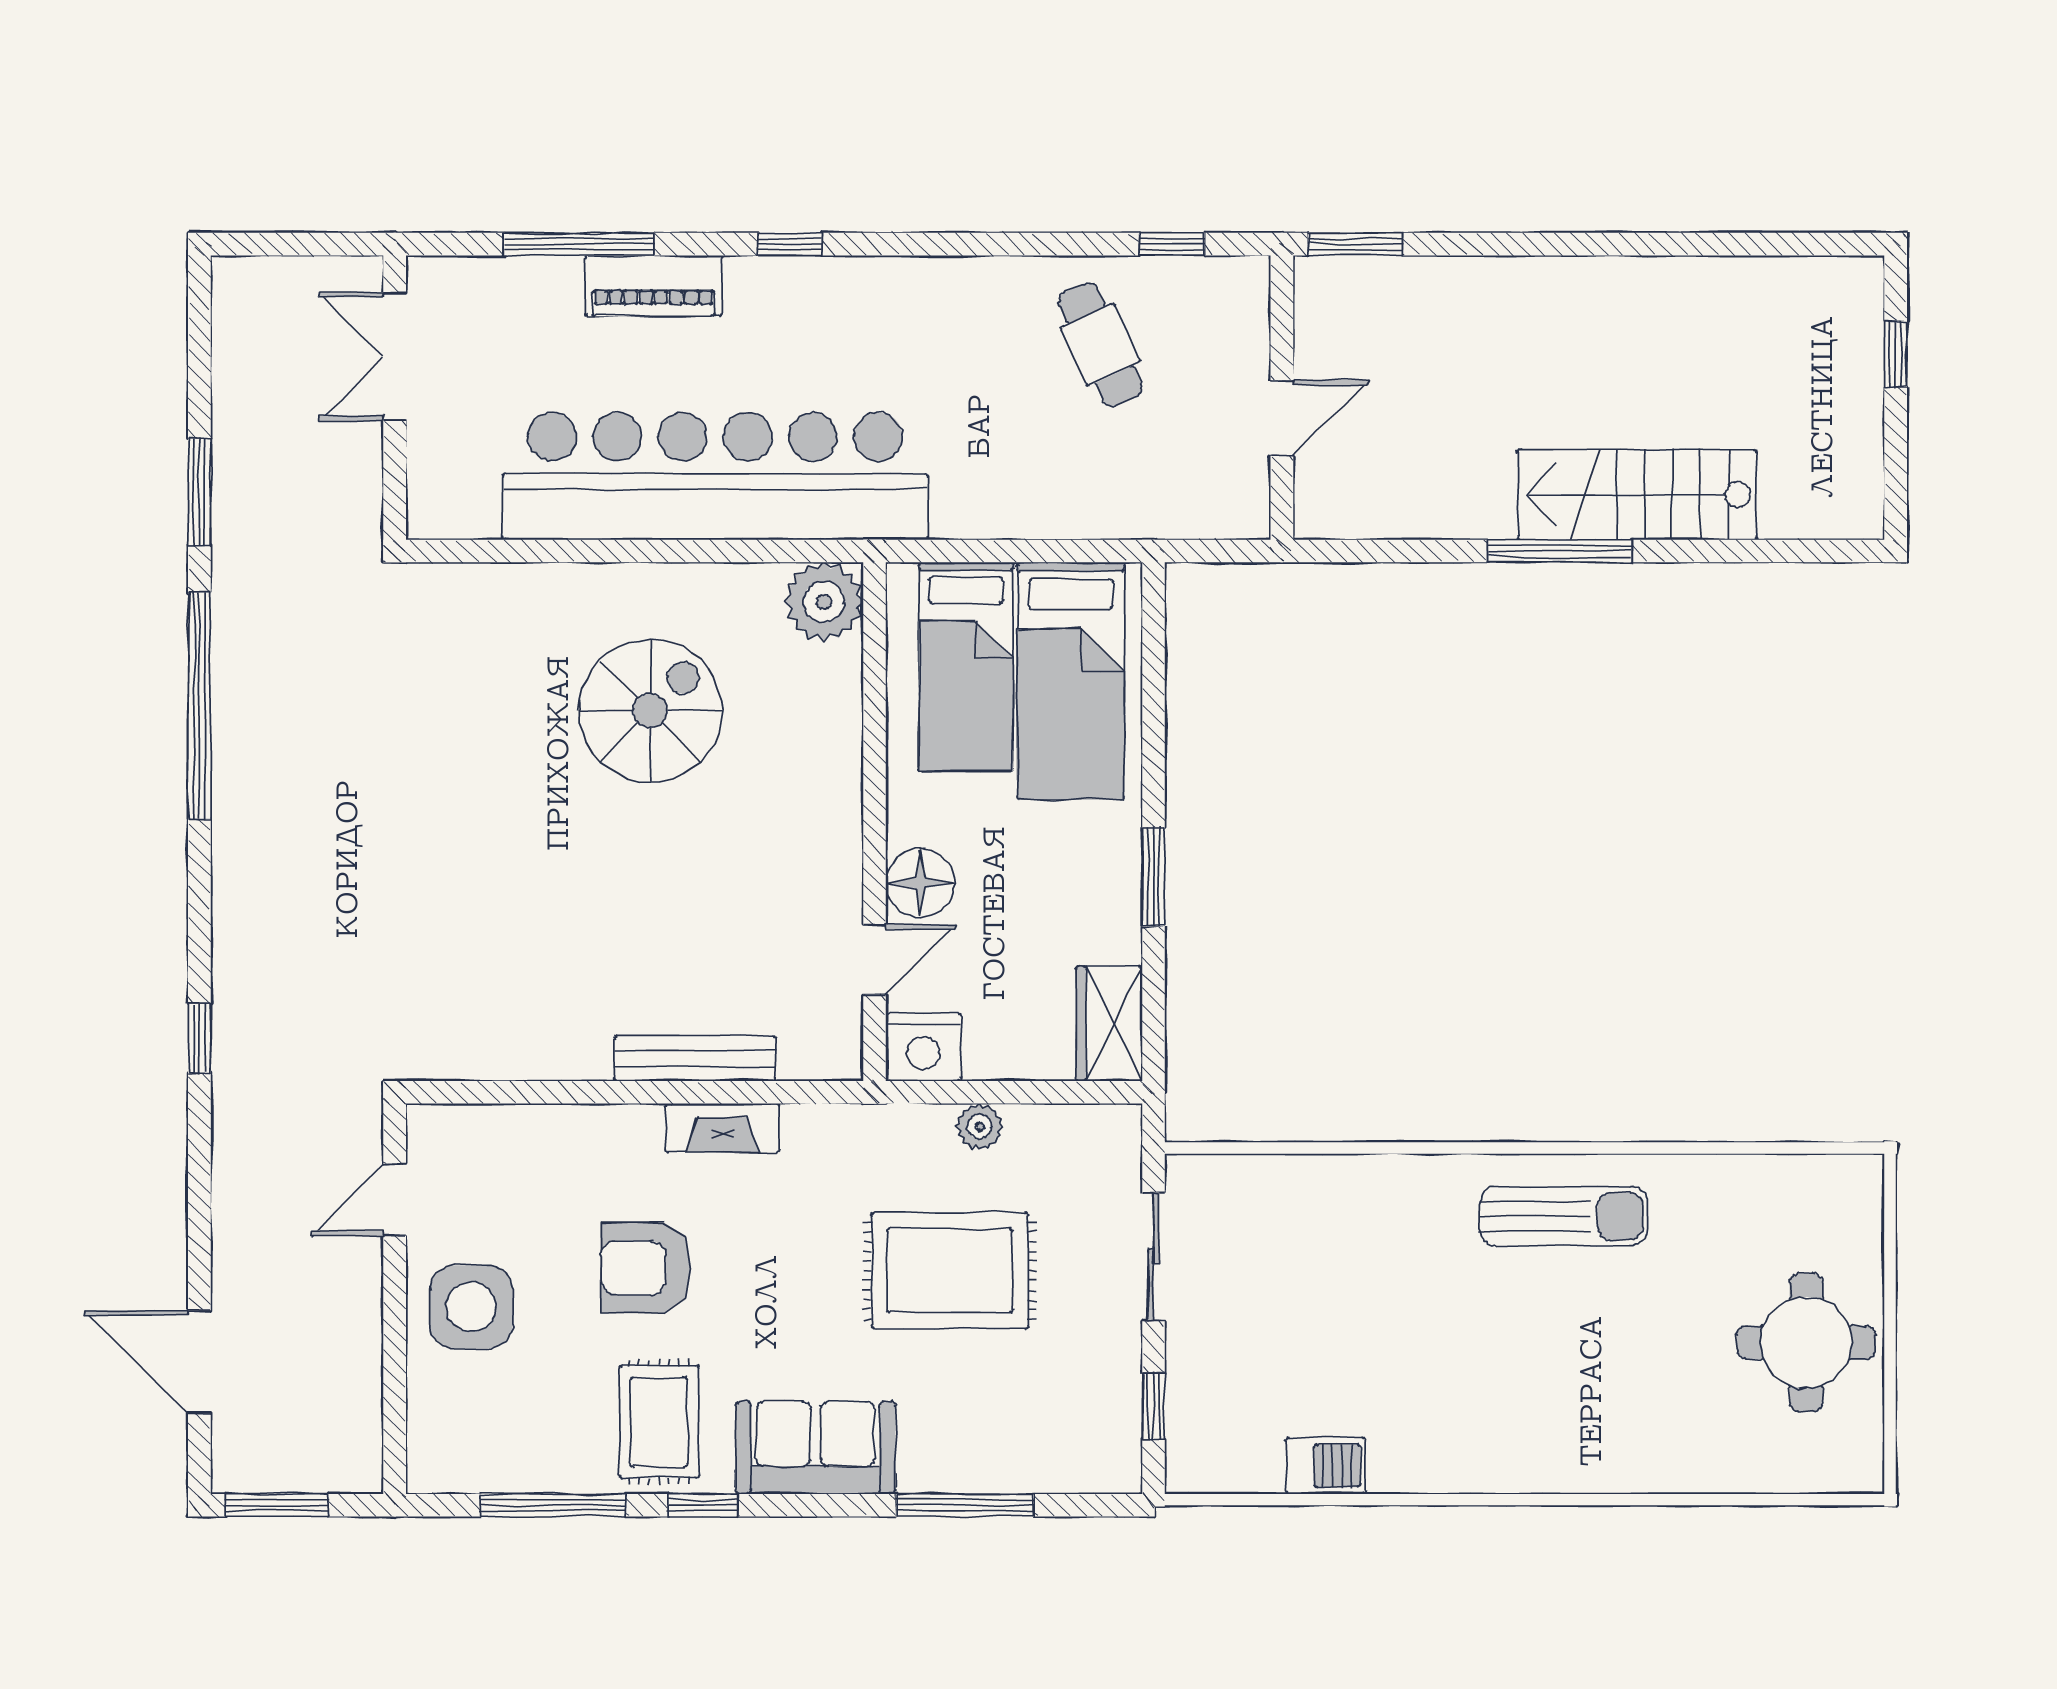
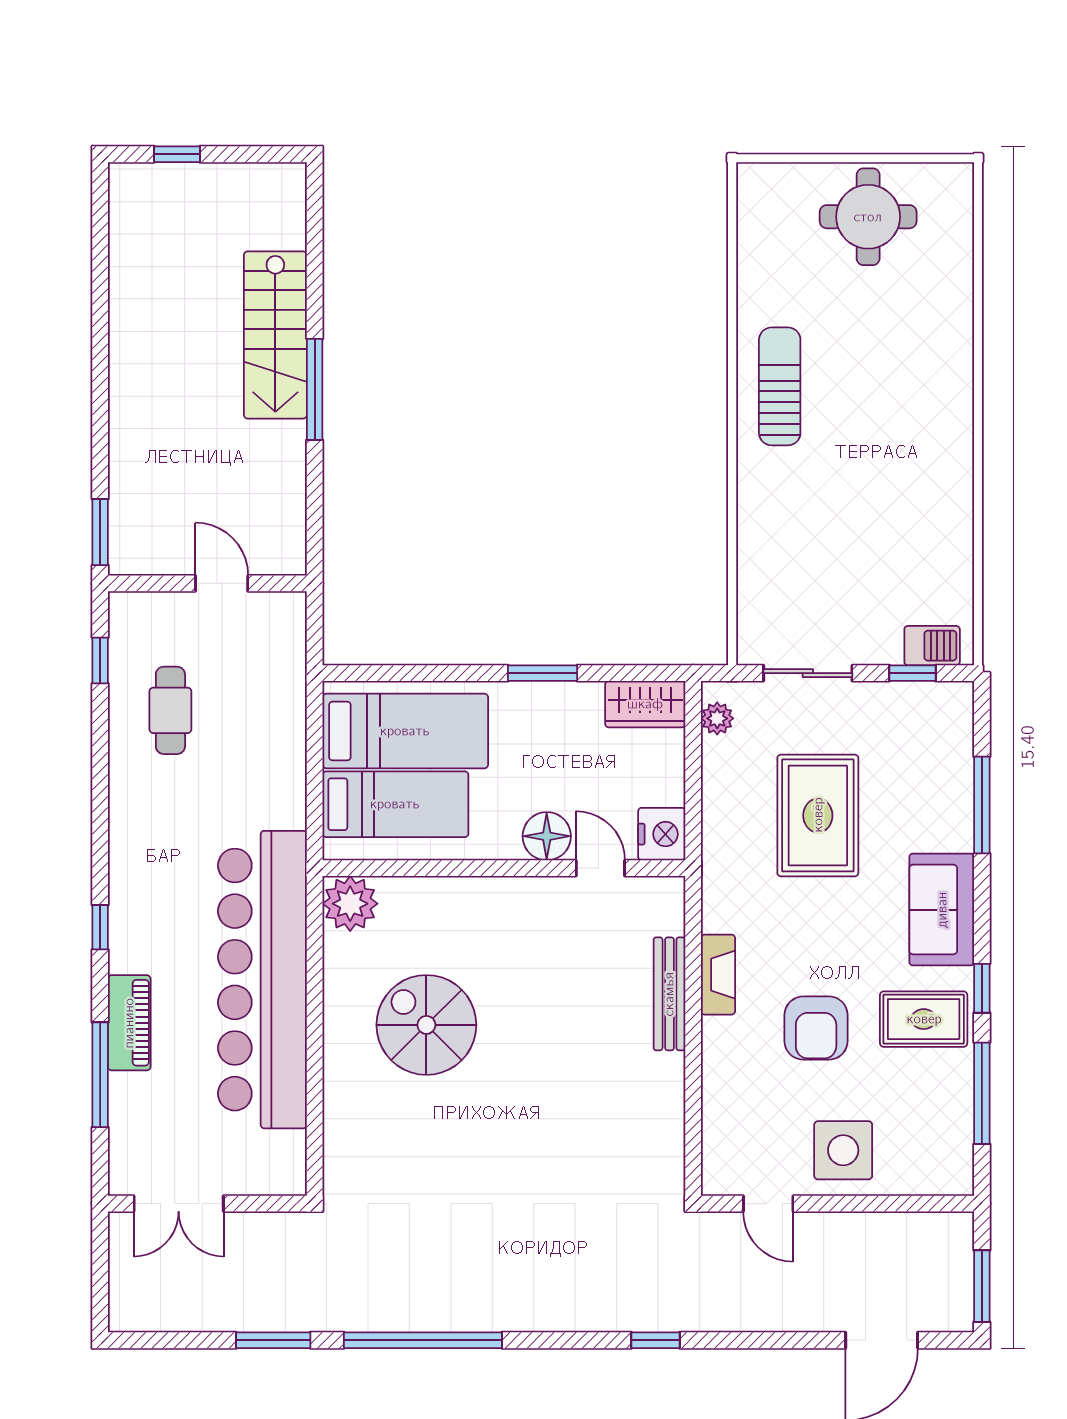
cafe table: (1100, 345) -> (170, 710), turned -65
plant: (980, 1127) -> (717, 718), moved
barbecue: (1325, 1466) -> (932, 646), moved, turned 90

